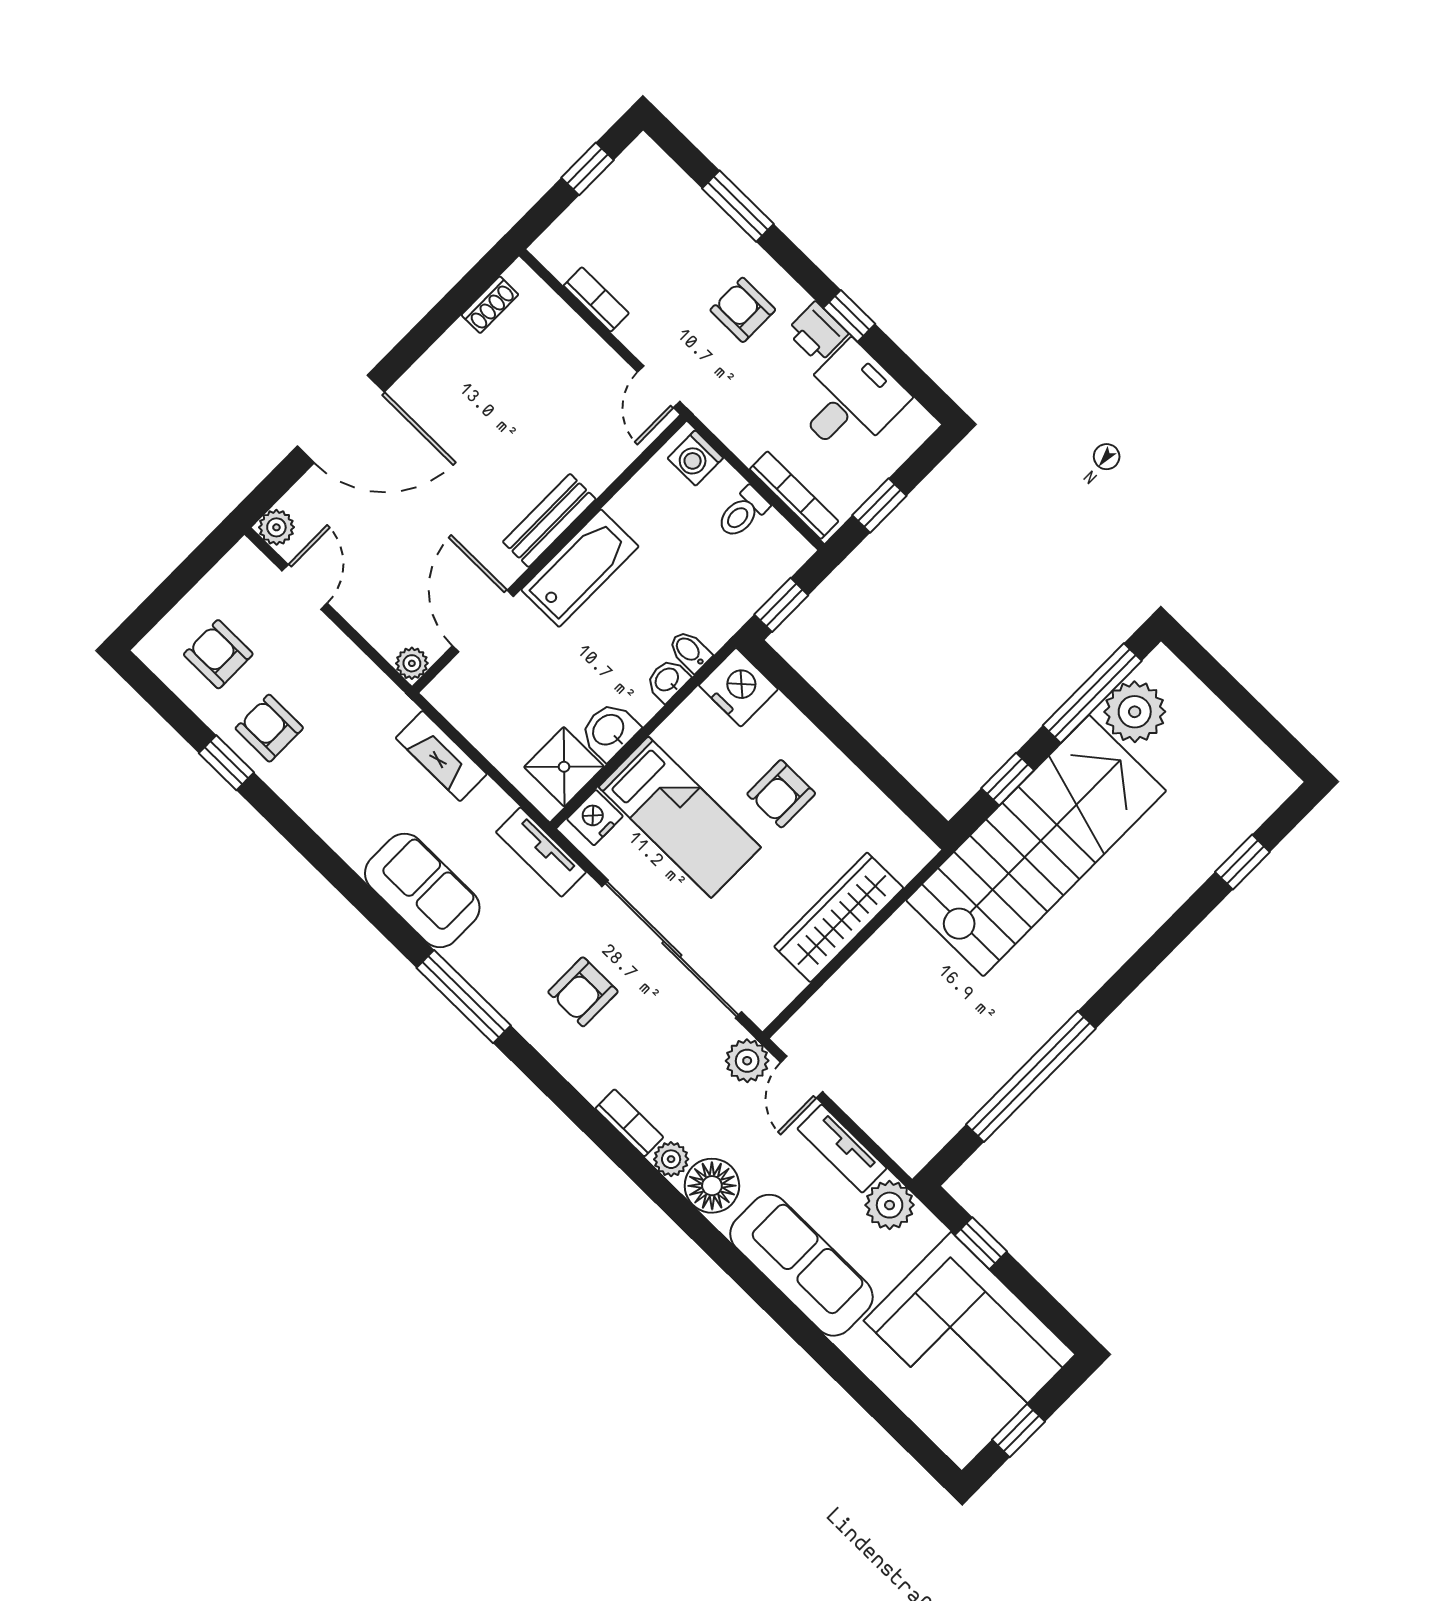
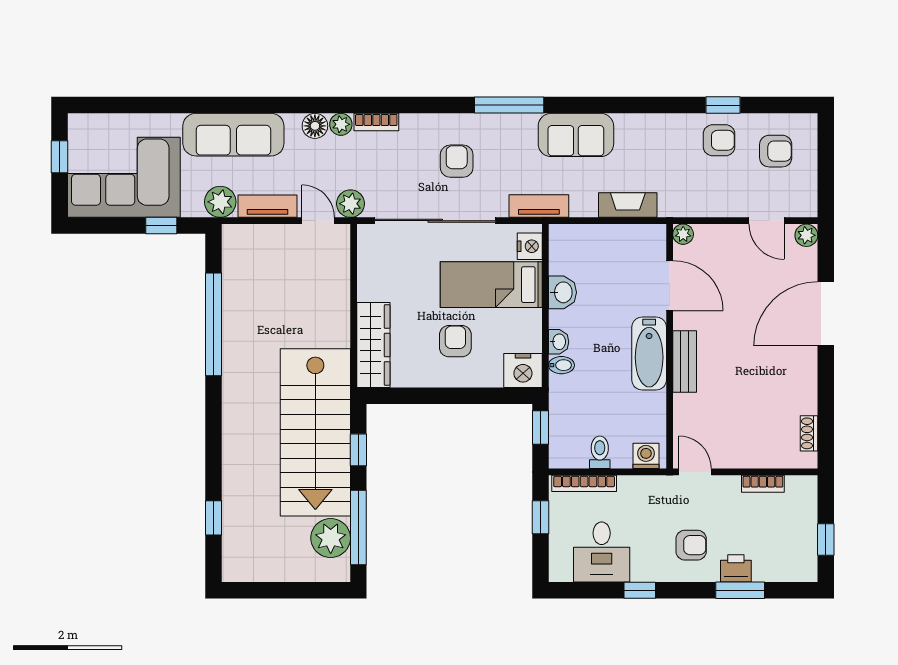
printer: (817, 332) -> (736, 568), moved
shower: (564, 767) -> (567, 255), removed
wardrobe: (839, 917) -> (373, 345), moved
floor lamp: (712, 1186) -> (315, 126), width x0.73, depth x0.73

